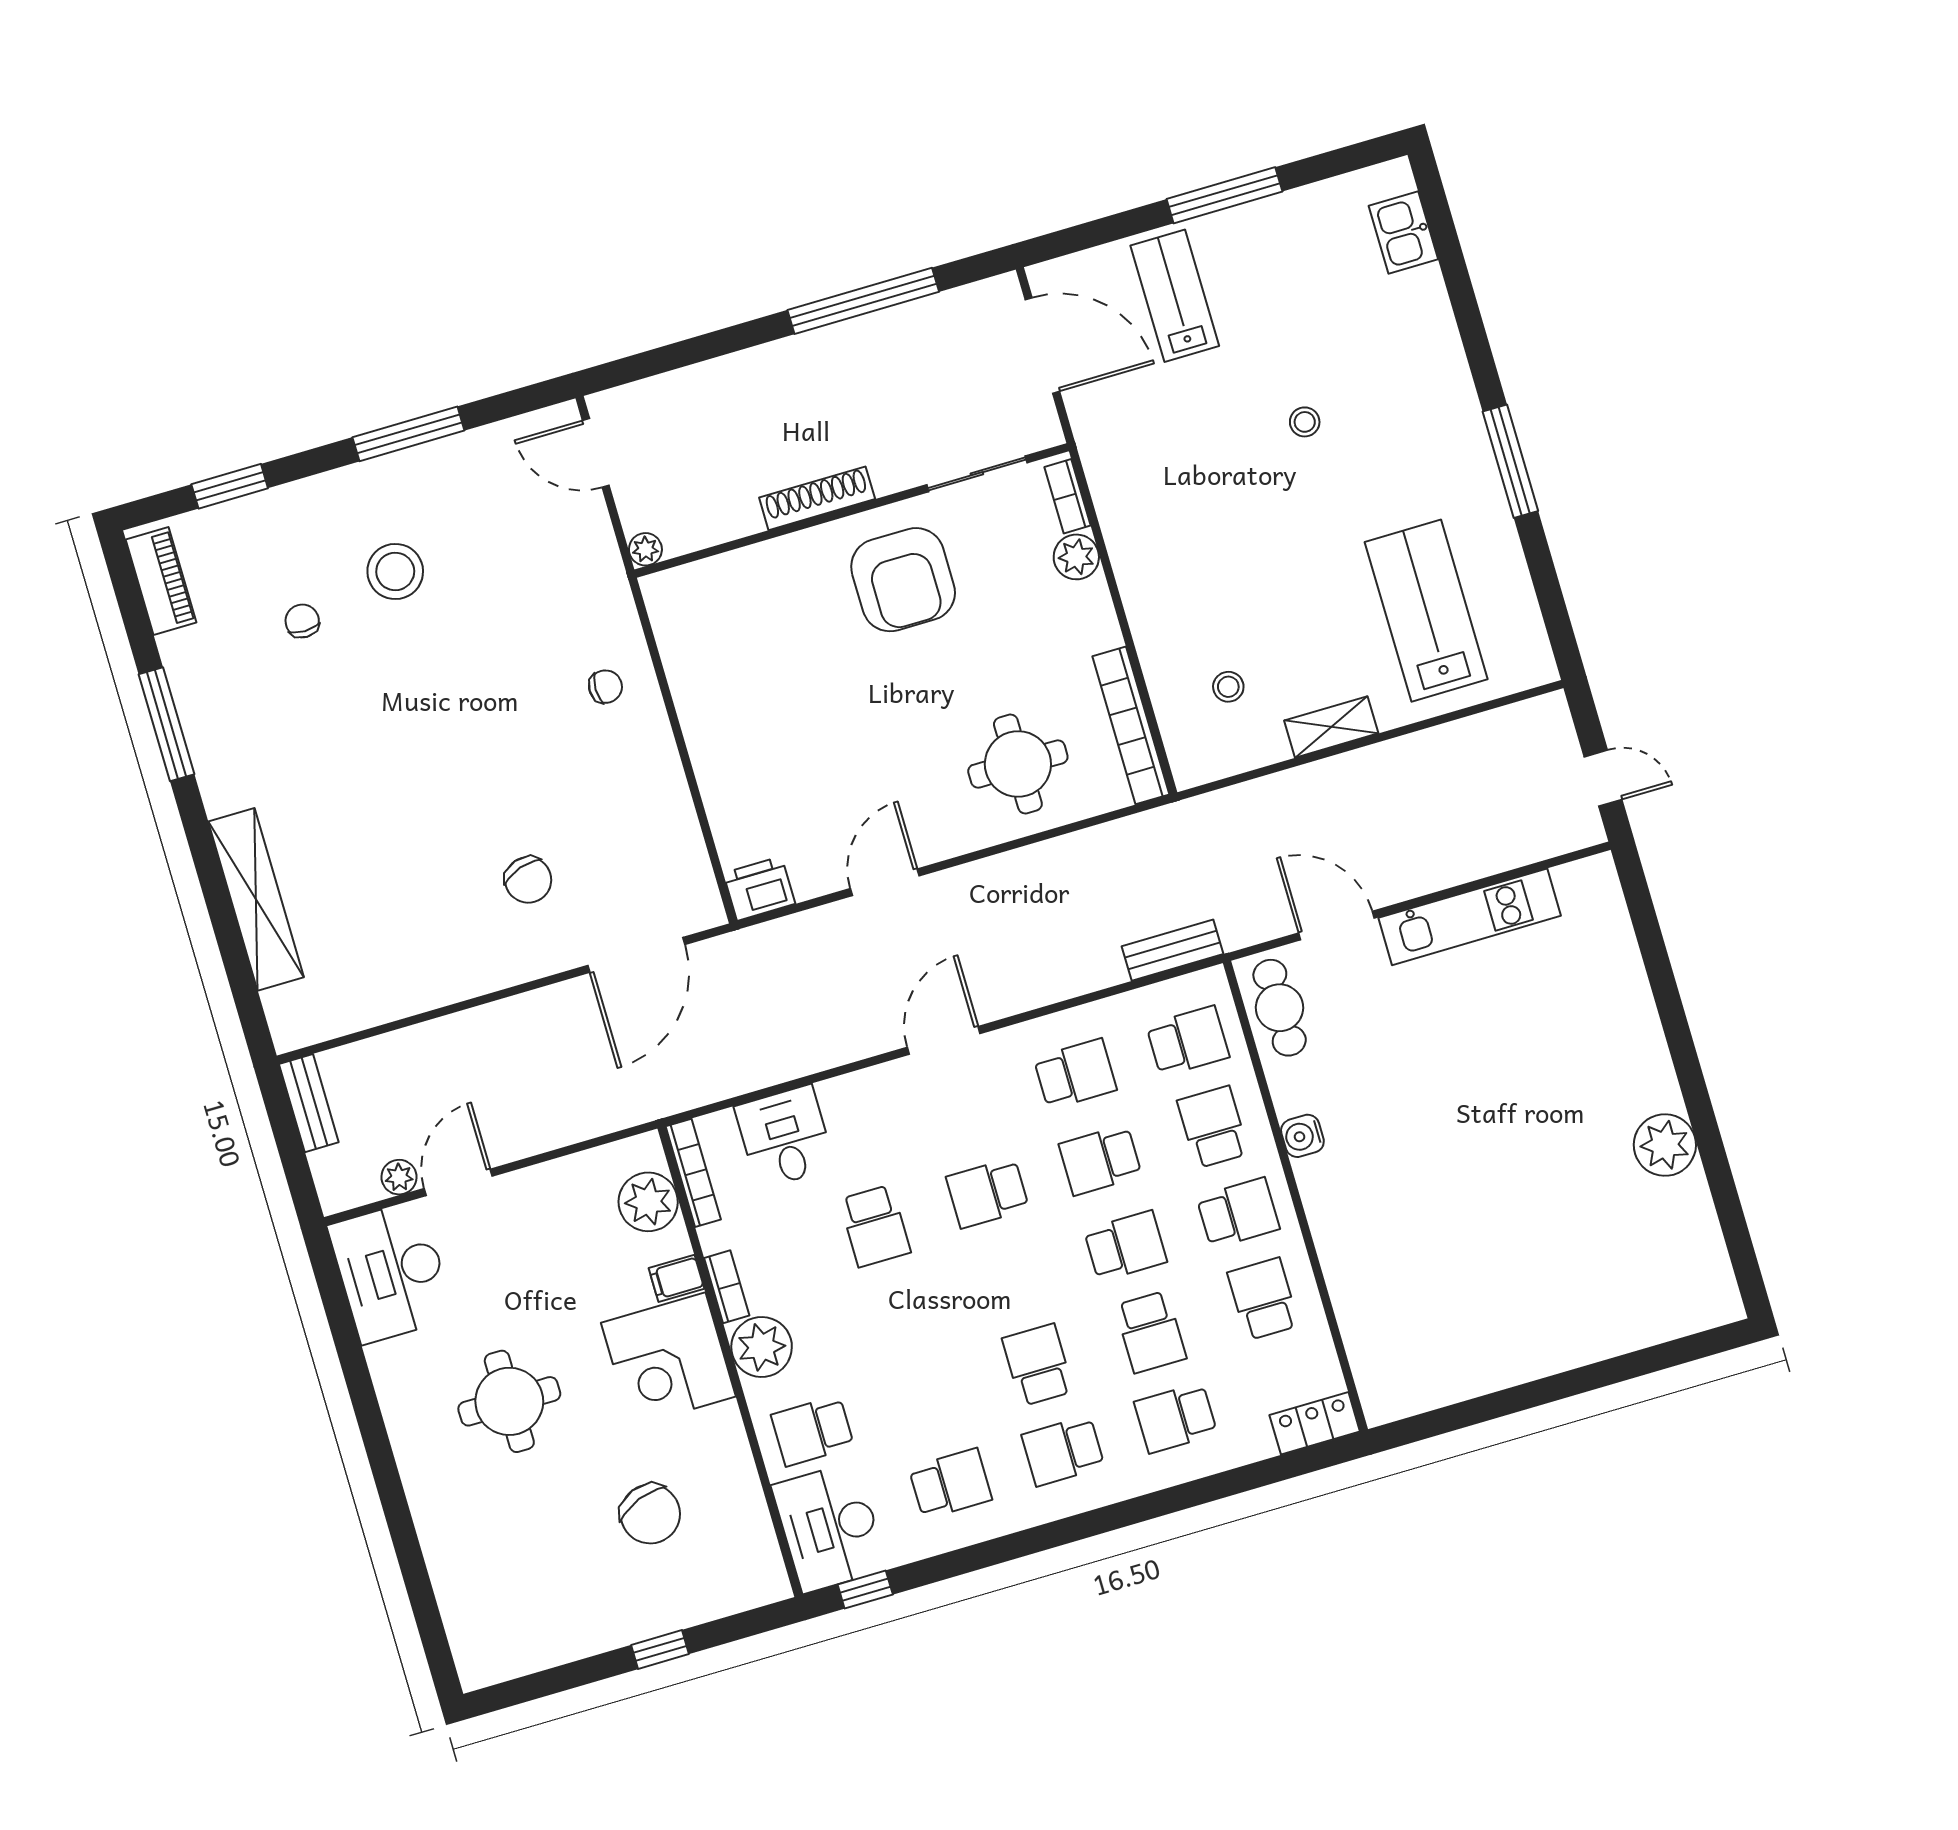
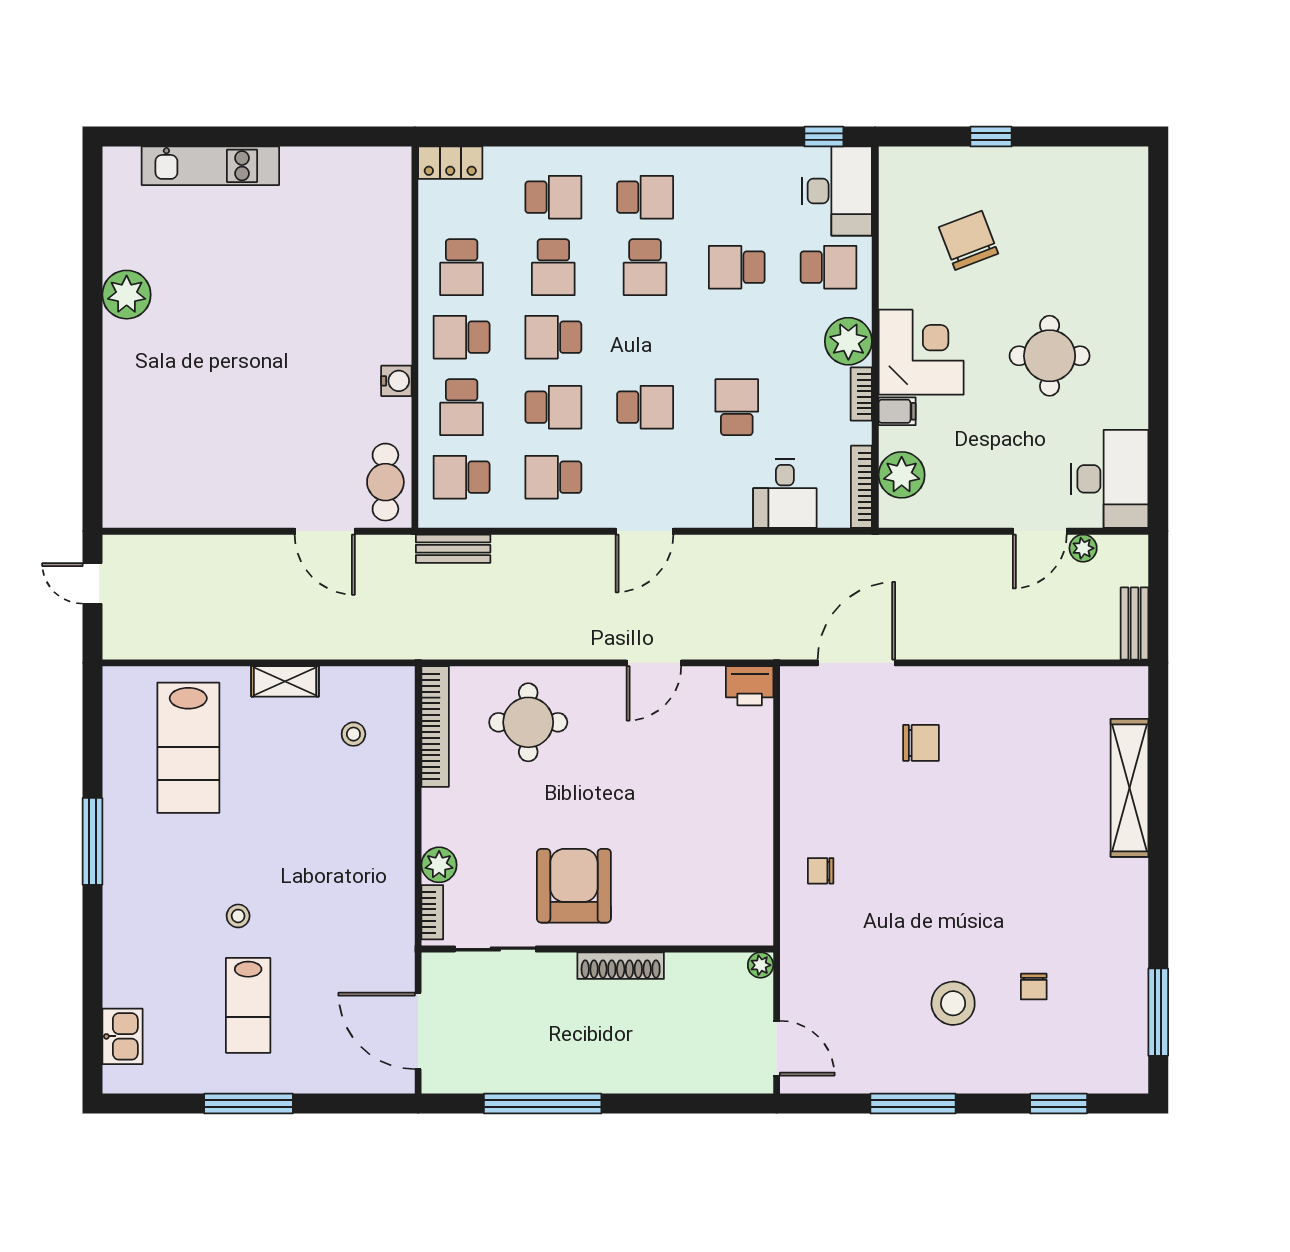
lab bench: (1175, 296) -> (248, 1005), moved
piano: (161, 581) -> (1131, 1048), removed
window: (167, 724) -> (1158, 1012), moved
chair: (528, 880) -> (921, 743), turned 108
kitchen unit: (1470, 917) -> (210, 166), moved, turned 180
school desk: (1151, 1332) -> (553, 267), turned 180
school desk: (950, 1484) -> (737, 267), moved

